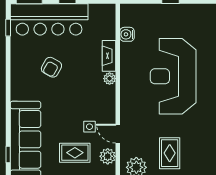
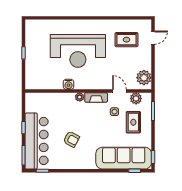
water cooler: (127, 34) -> (69, 84), moved
fireplace: (109, 56) -> (96, 97), moved
door: (118, 134) -> (119, 91), swing flipped
rug: (170, 153) -> (126, 40), moved

